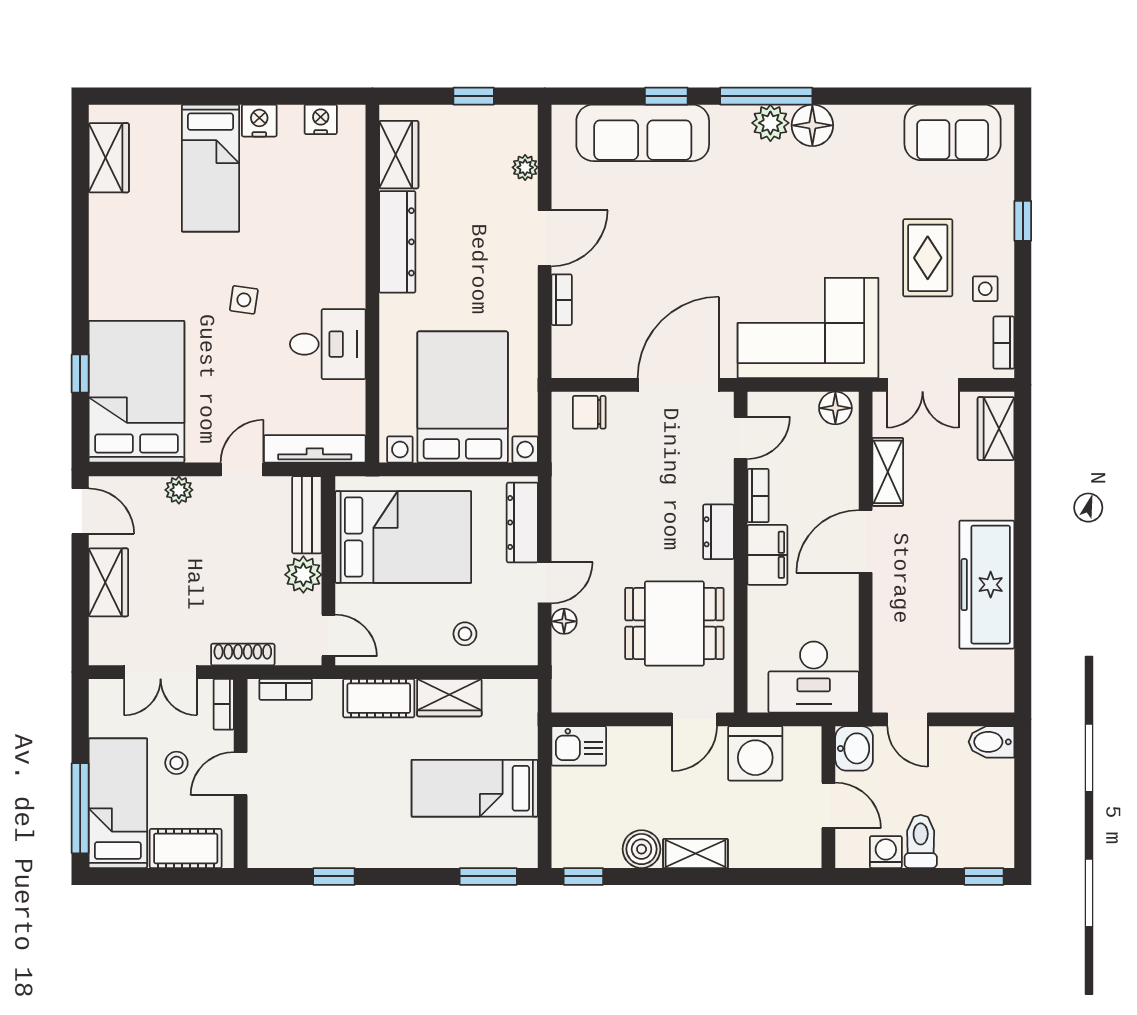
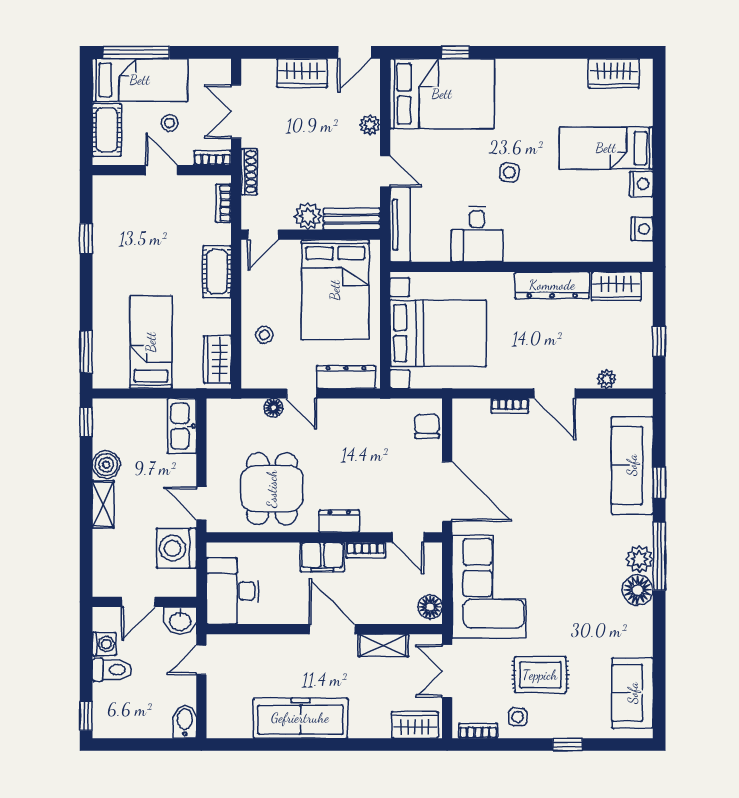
wardrobe: (449, 698) -> (217, 359), moved
kitchen sink: (579, 746) -> (182, 426), width x1.38

